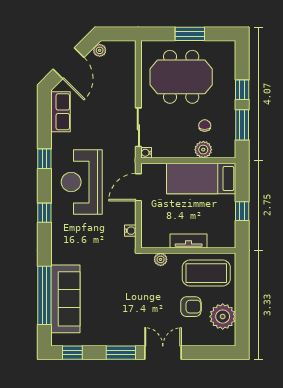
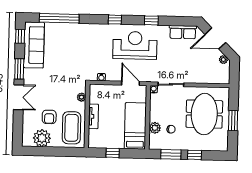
sofa: (65, 299) -> (34, 45), moved, turned -90

